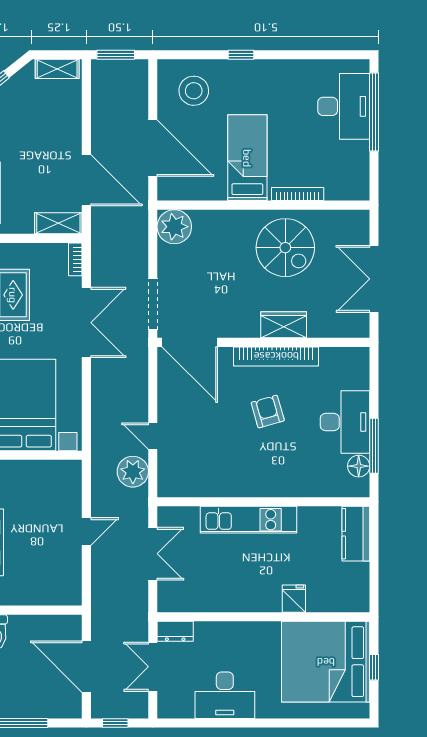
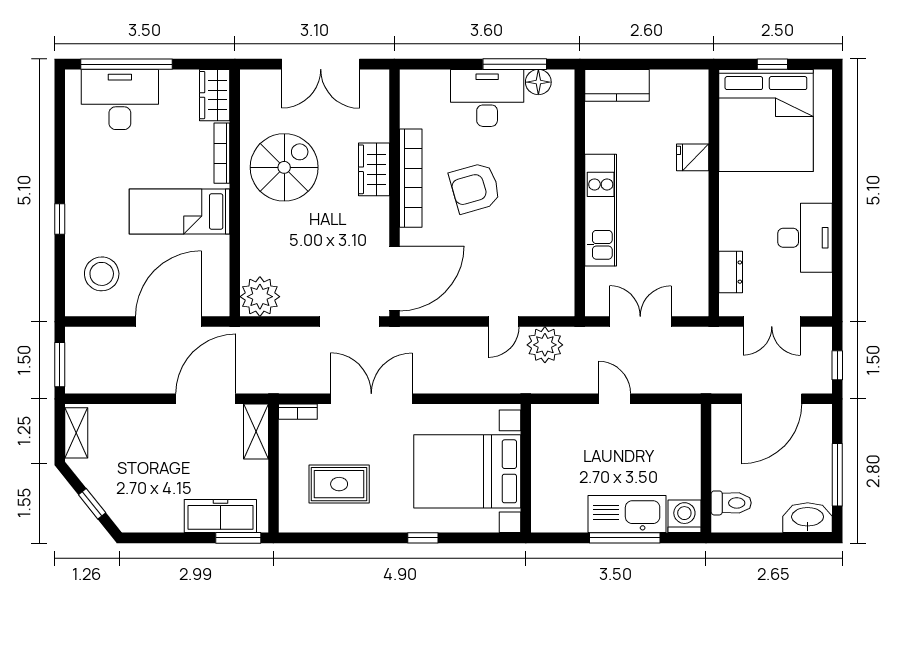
wardrobe: (347, 188) -> (215, 95), added
armchair: (268, 412) -> (475, 188), width x1.38, depth x1.38
dresser: (175, 631) -> (731, 272), moved

